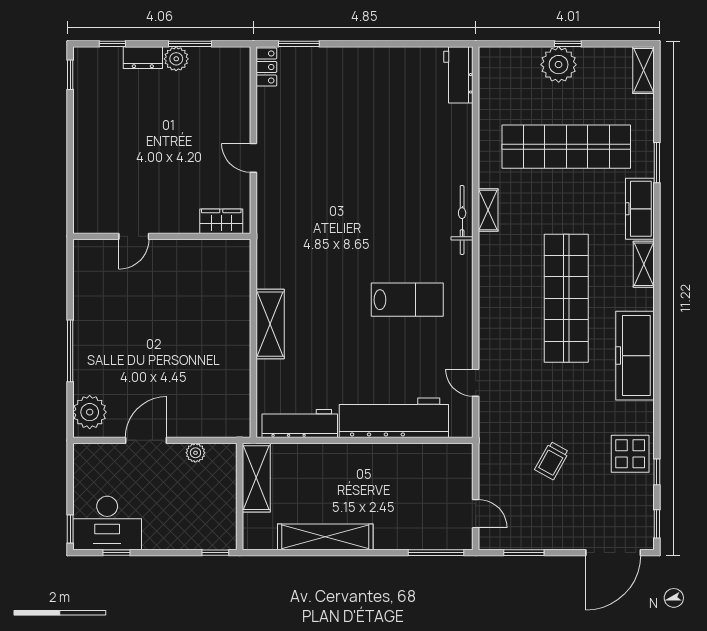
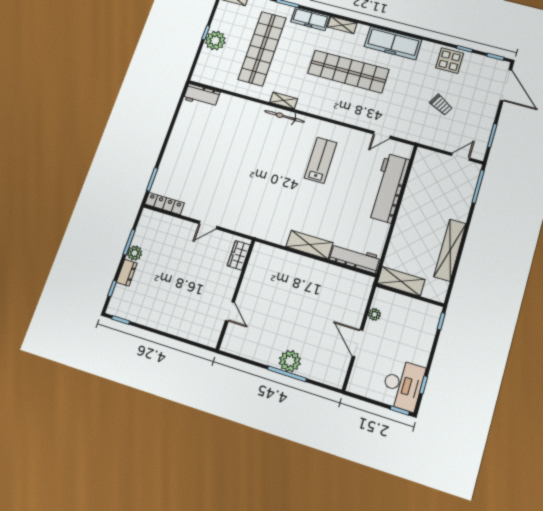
locker: (266, 67) -> (164, 204), width x1.53
plant: (90, 412) -> (290, 361), moved
workbench: (300, 423) -> (355, 258), moved, turned 90

